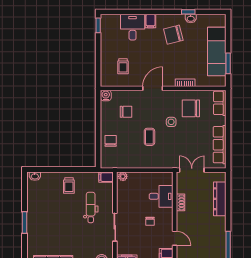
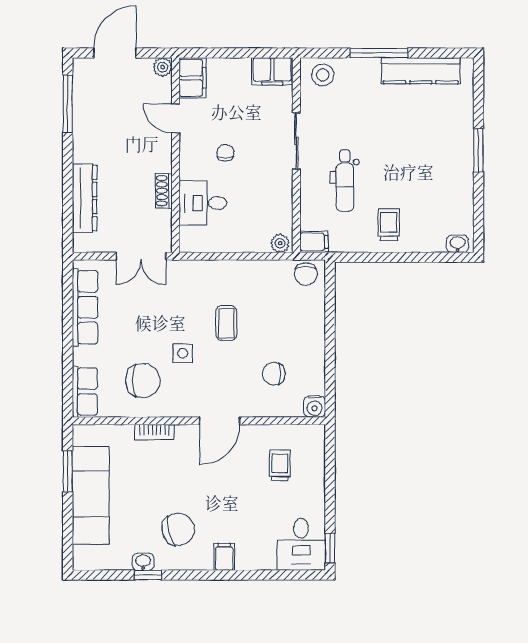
desk: (133, 27) -> (301, 544), moved
chair: (111, 141) -> (306, 274), moved

